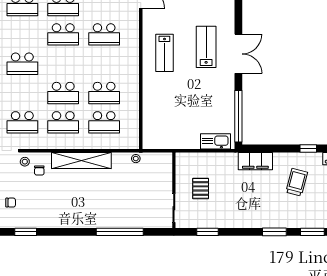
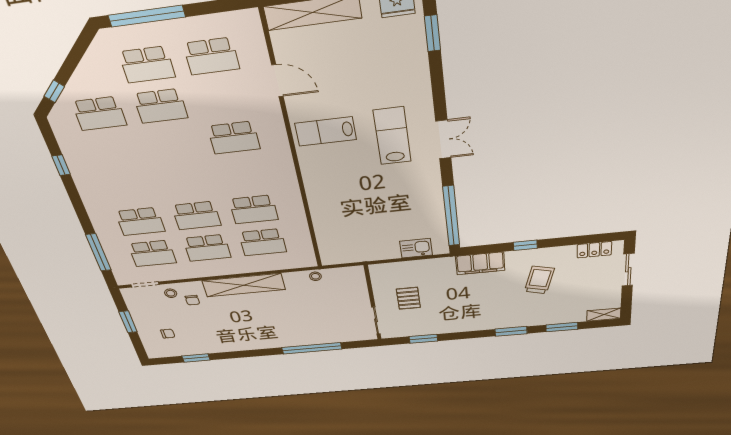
school desk: (63, 34) -> (173, 145), removed
lab bench: (164, 53) -> (326, 131), moved, turned 90
double door: (238, 54) -> (443, 139), width x0.73
school desk: (22, 64) -> (140, 222), moved
kitchen sink: (215, 141) -> (416, 248), width x0.73
window: (308, 148) -> (525, 245), moved

